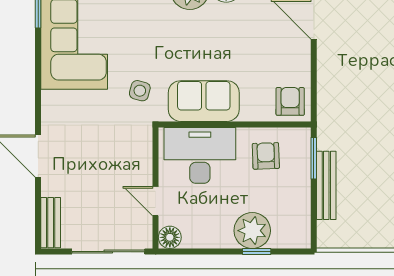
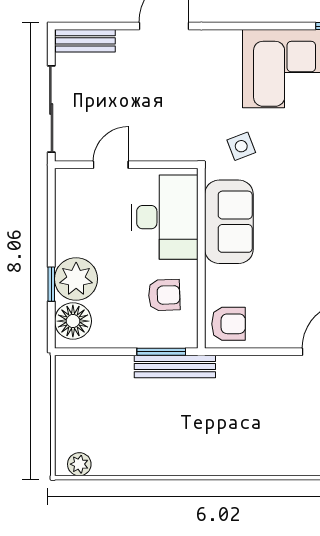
side table: (140, 91) -> (241, 146), turned -36
bench: (326, 185) -> (175, 367), moved
floor lamp: (170, 237) -> (73, 321), moved, width x1.38, depth x1.38

